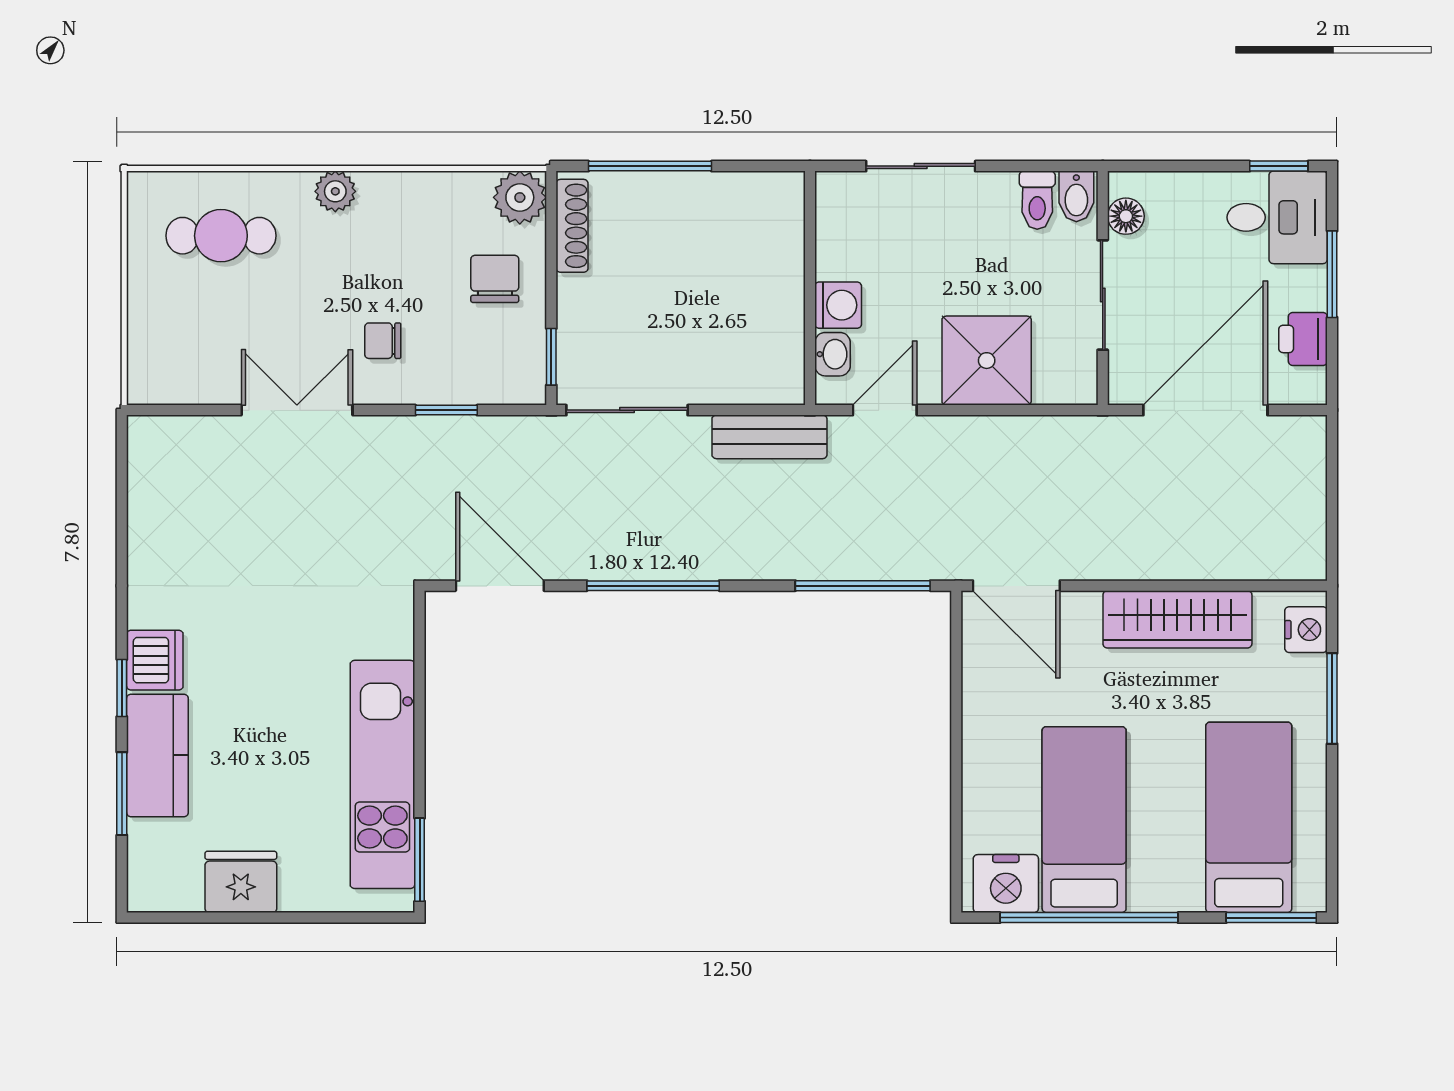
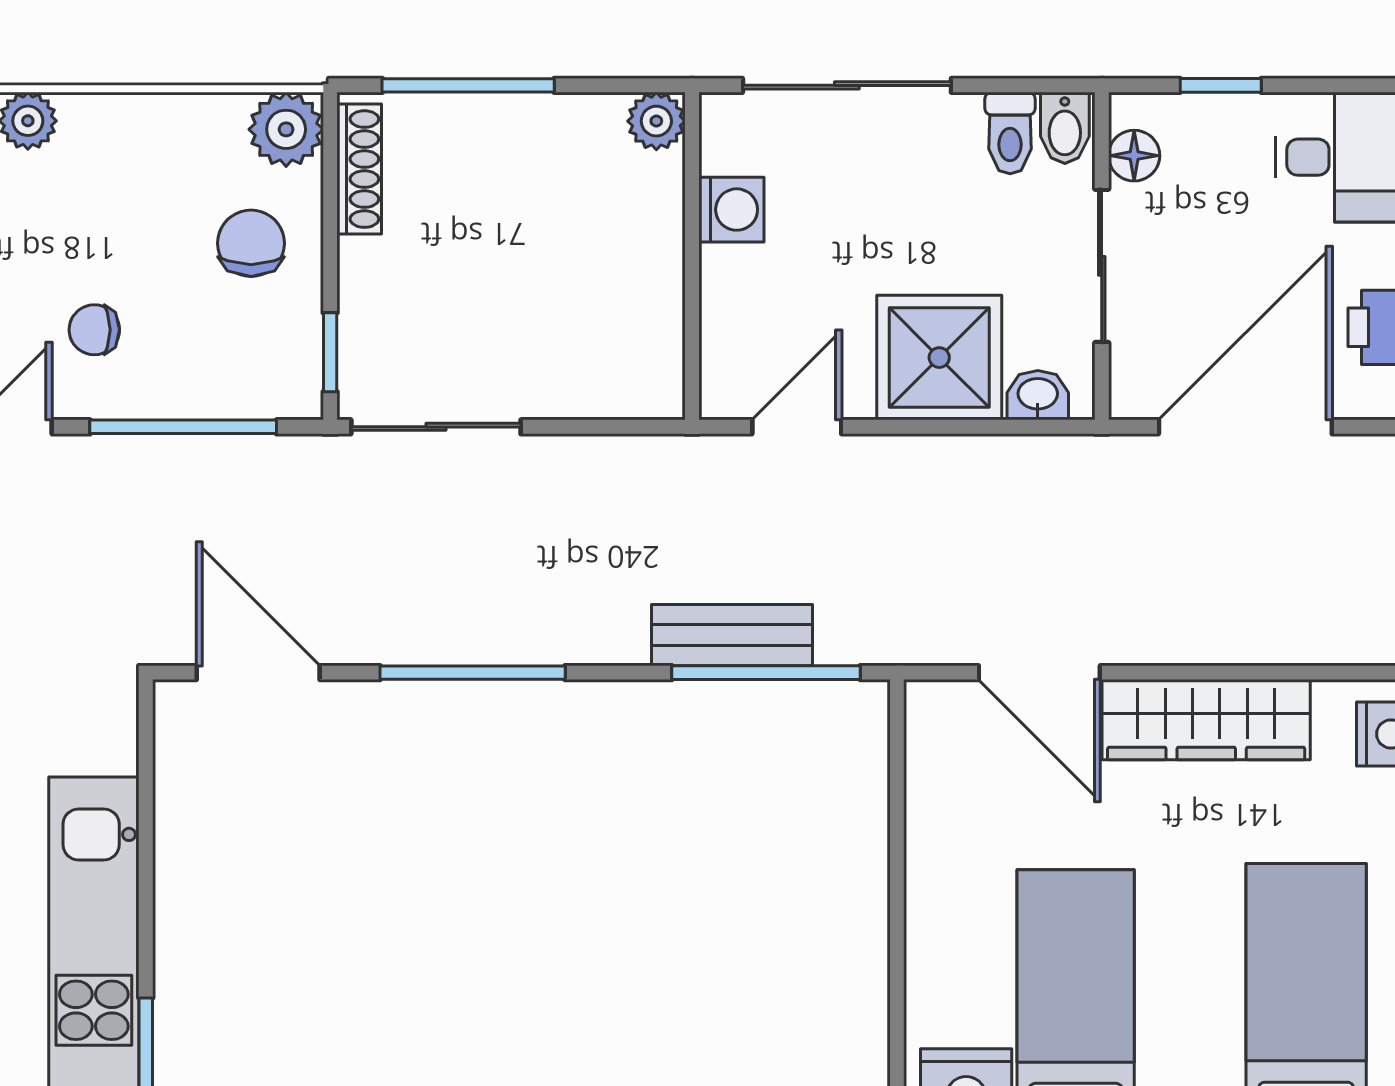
sliding door: (921, 166) -> (847, 85), width x1.37
window: (1279, 166) -> (1221, 85), moved
plant: (784, 192) -> (656, 121), added
washing machine: (838, 305) -> (731, 210), moved
washbasin: (833, 354) -> (1038, 395), moved, turned -90
window: (446, 410) -> (183, 427), width x2.17
bench: (769, 437) -> (732, 635), moved
door: (1016, 586) -> (1039, 673), moved

